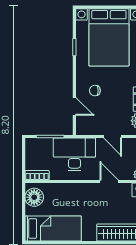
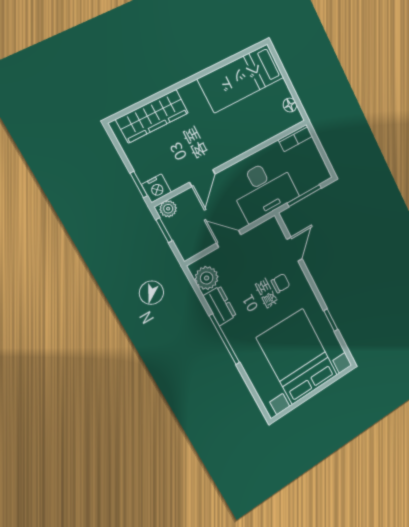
door: (74, 107) -> (295, 249), swing flipped
door: (109, 182) -> (202, 178), hinge flipped
floor lamp: (34, 197) -> (290, 105), width x0.53, depth x0.53

